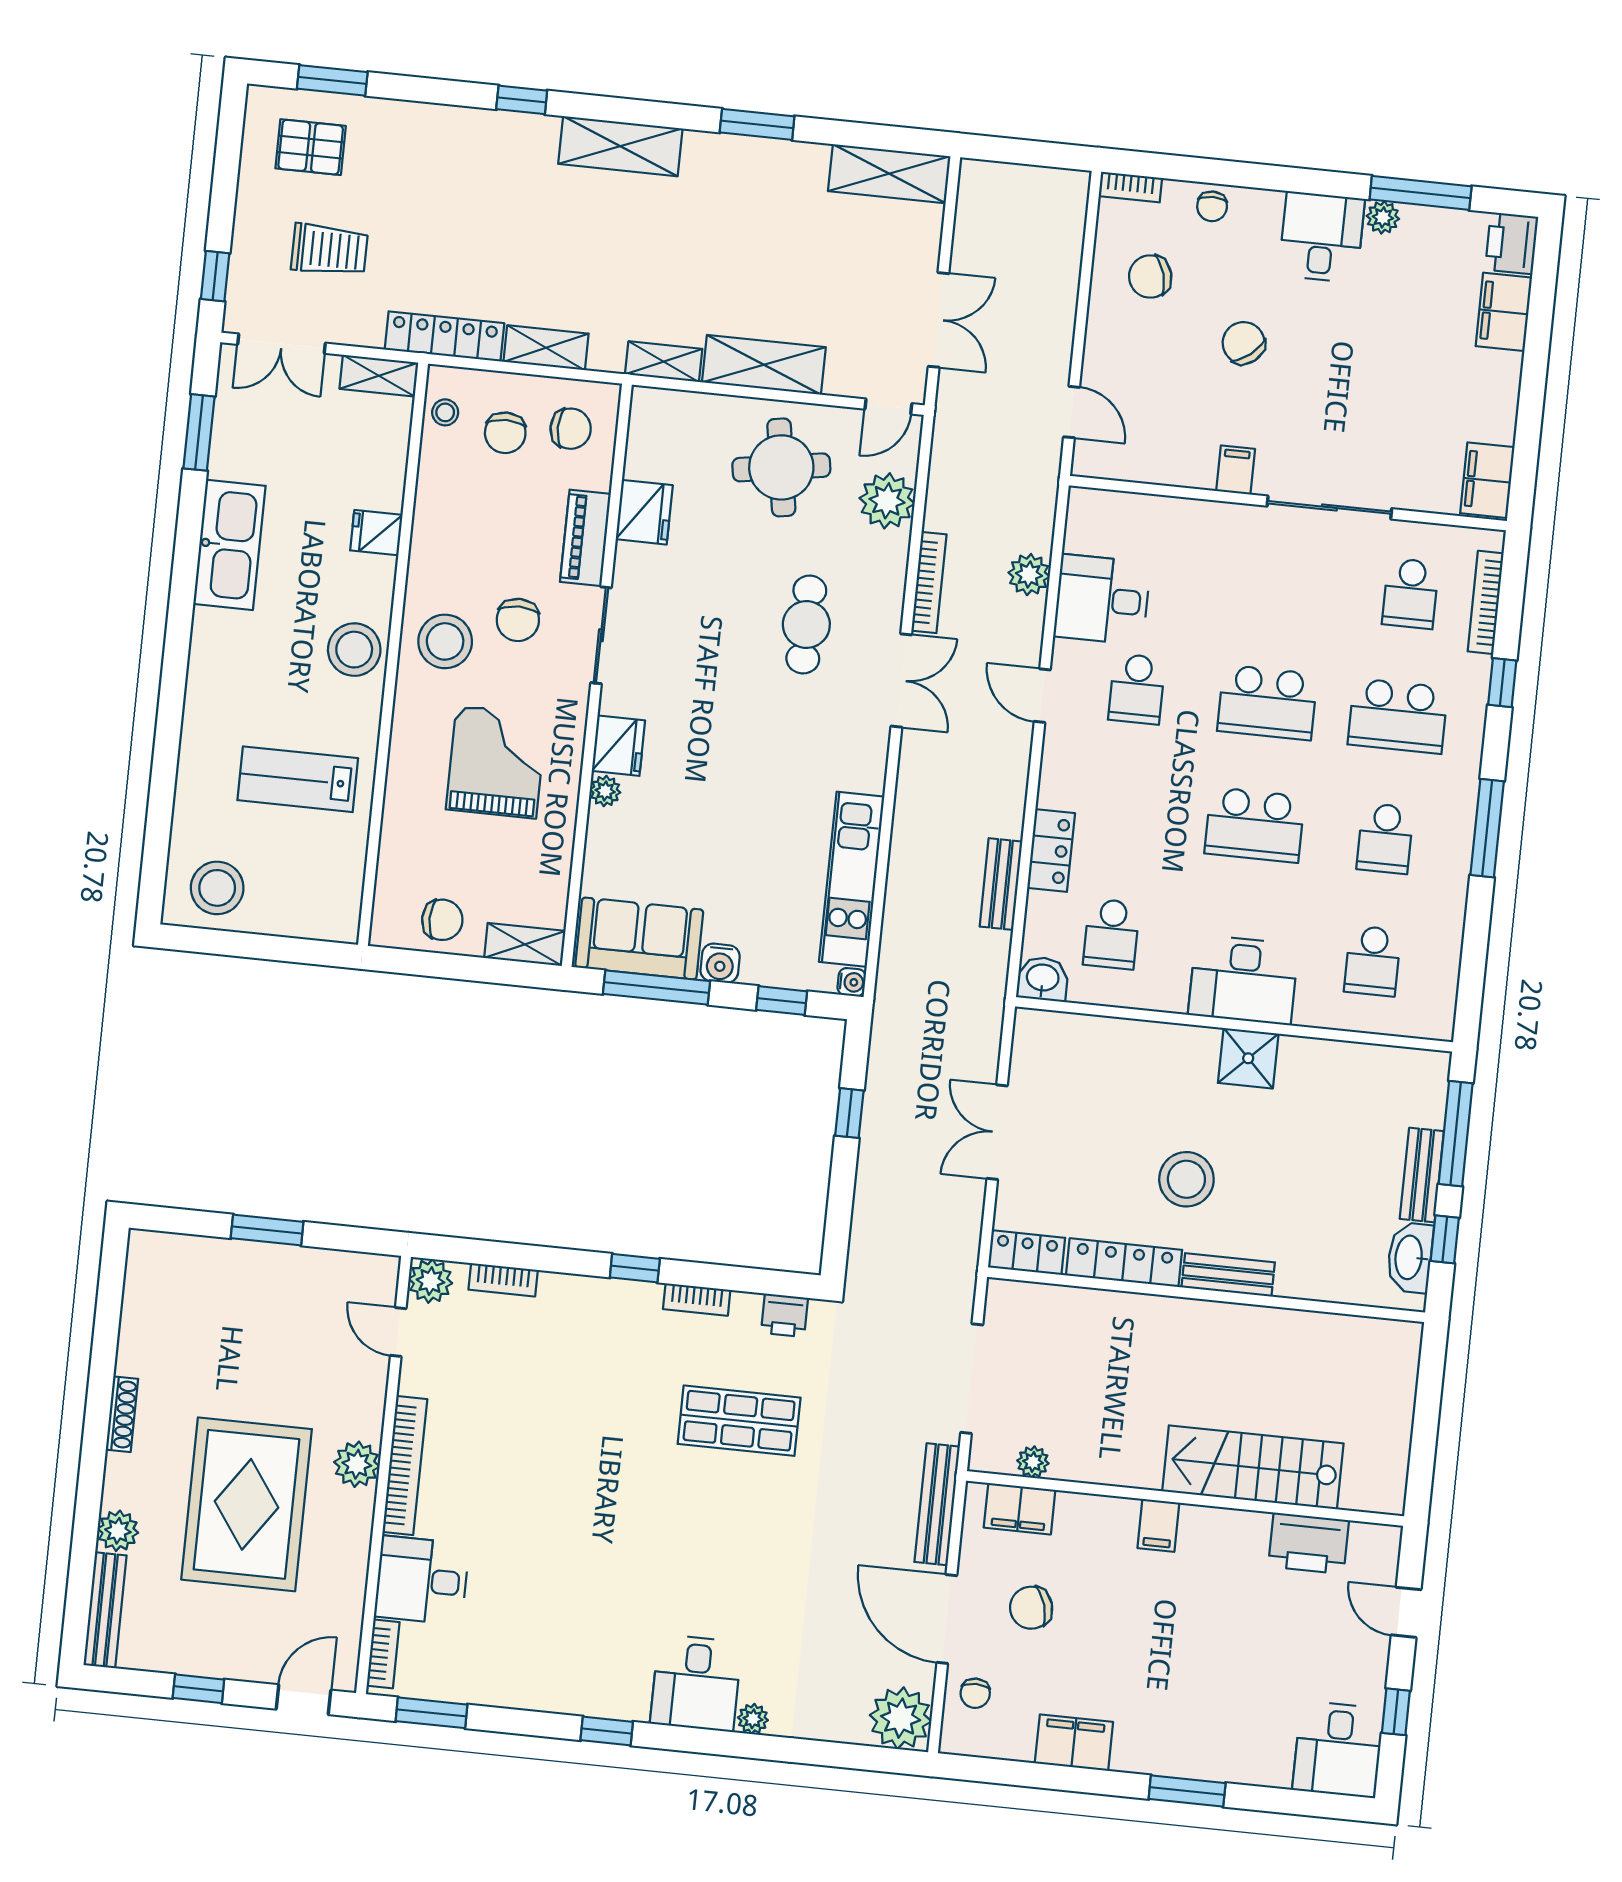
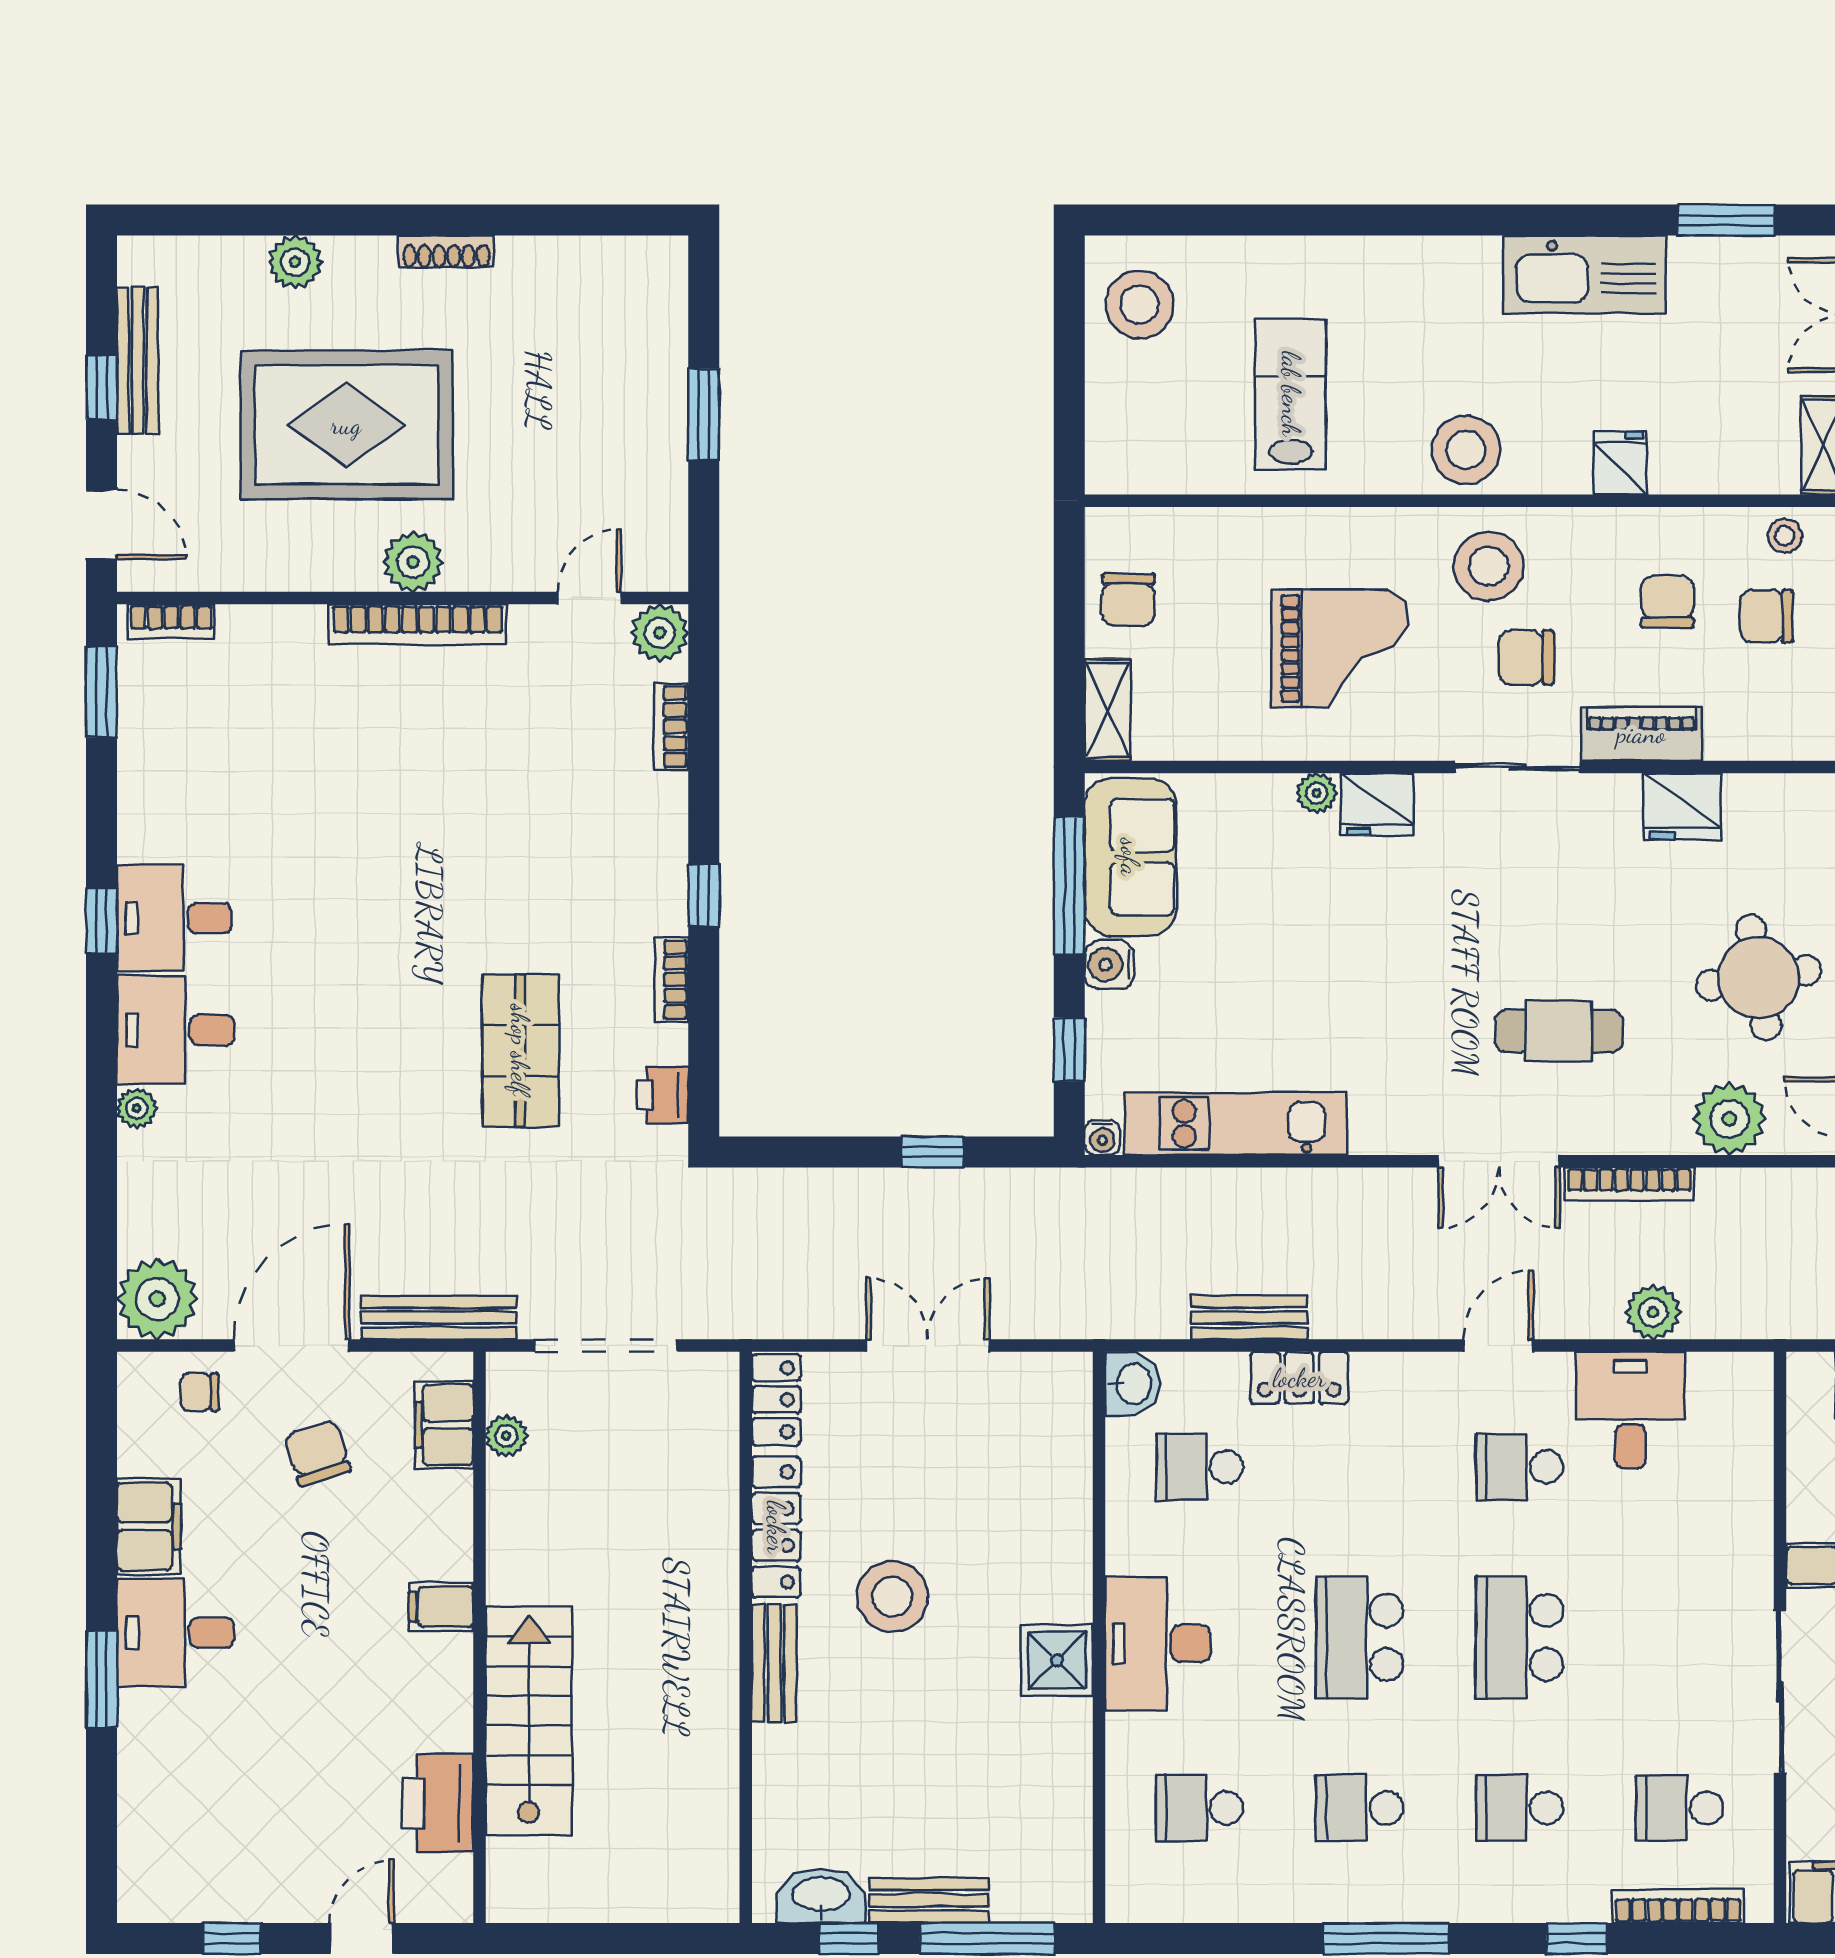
chair: (571, 429) -> (1667, 602), moved, turned 180
school desk: (1398, 716) -> (1520, 1808), width x0.54
desk: (422, 1580) -> (174, 918), moved, turned -90
bench: (105, 1610) -> (138, 361), moved, turned 90
desk: (1338, 1749) -> (175, 1633), moved

